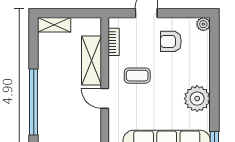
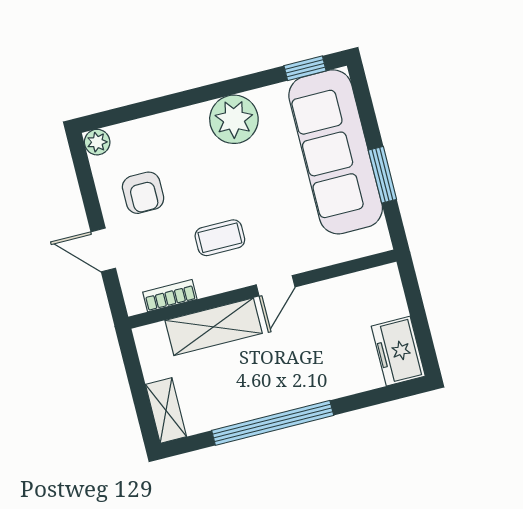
coffee table: (137, 76) -> (220, 238), turned 90
window: (34, 102) -> (273, 423), moved

